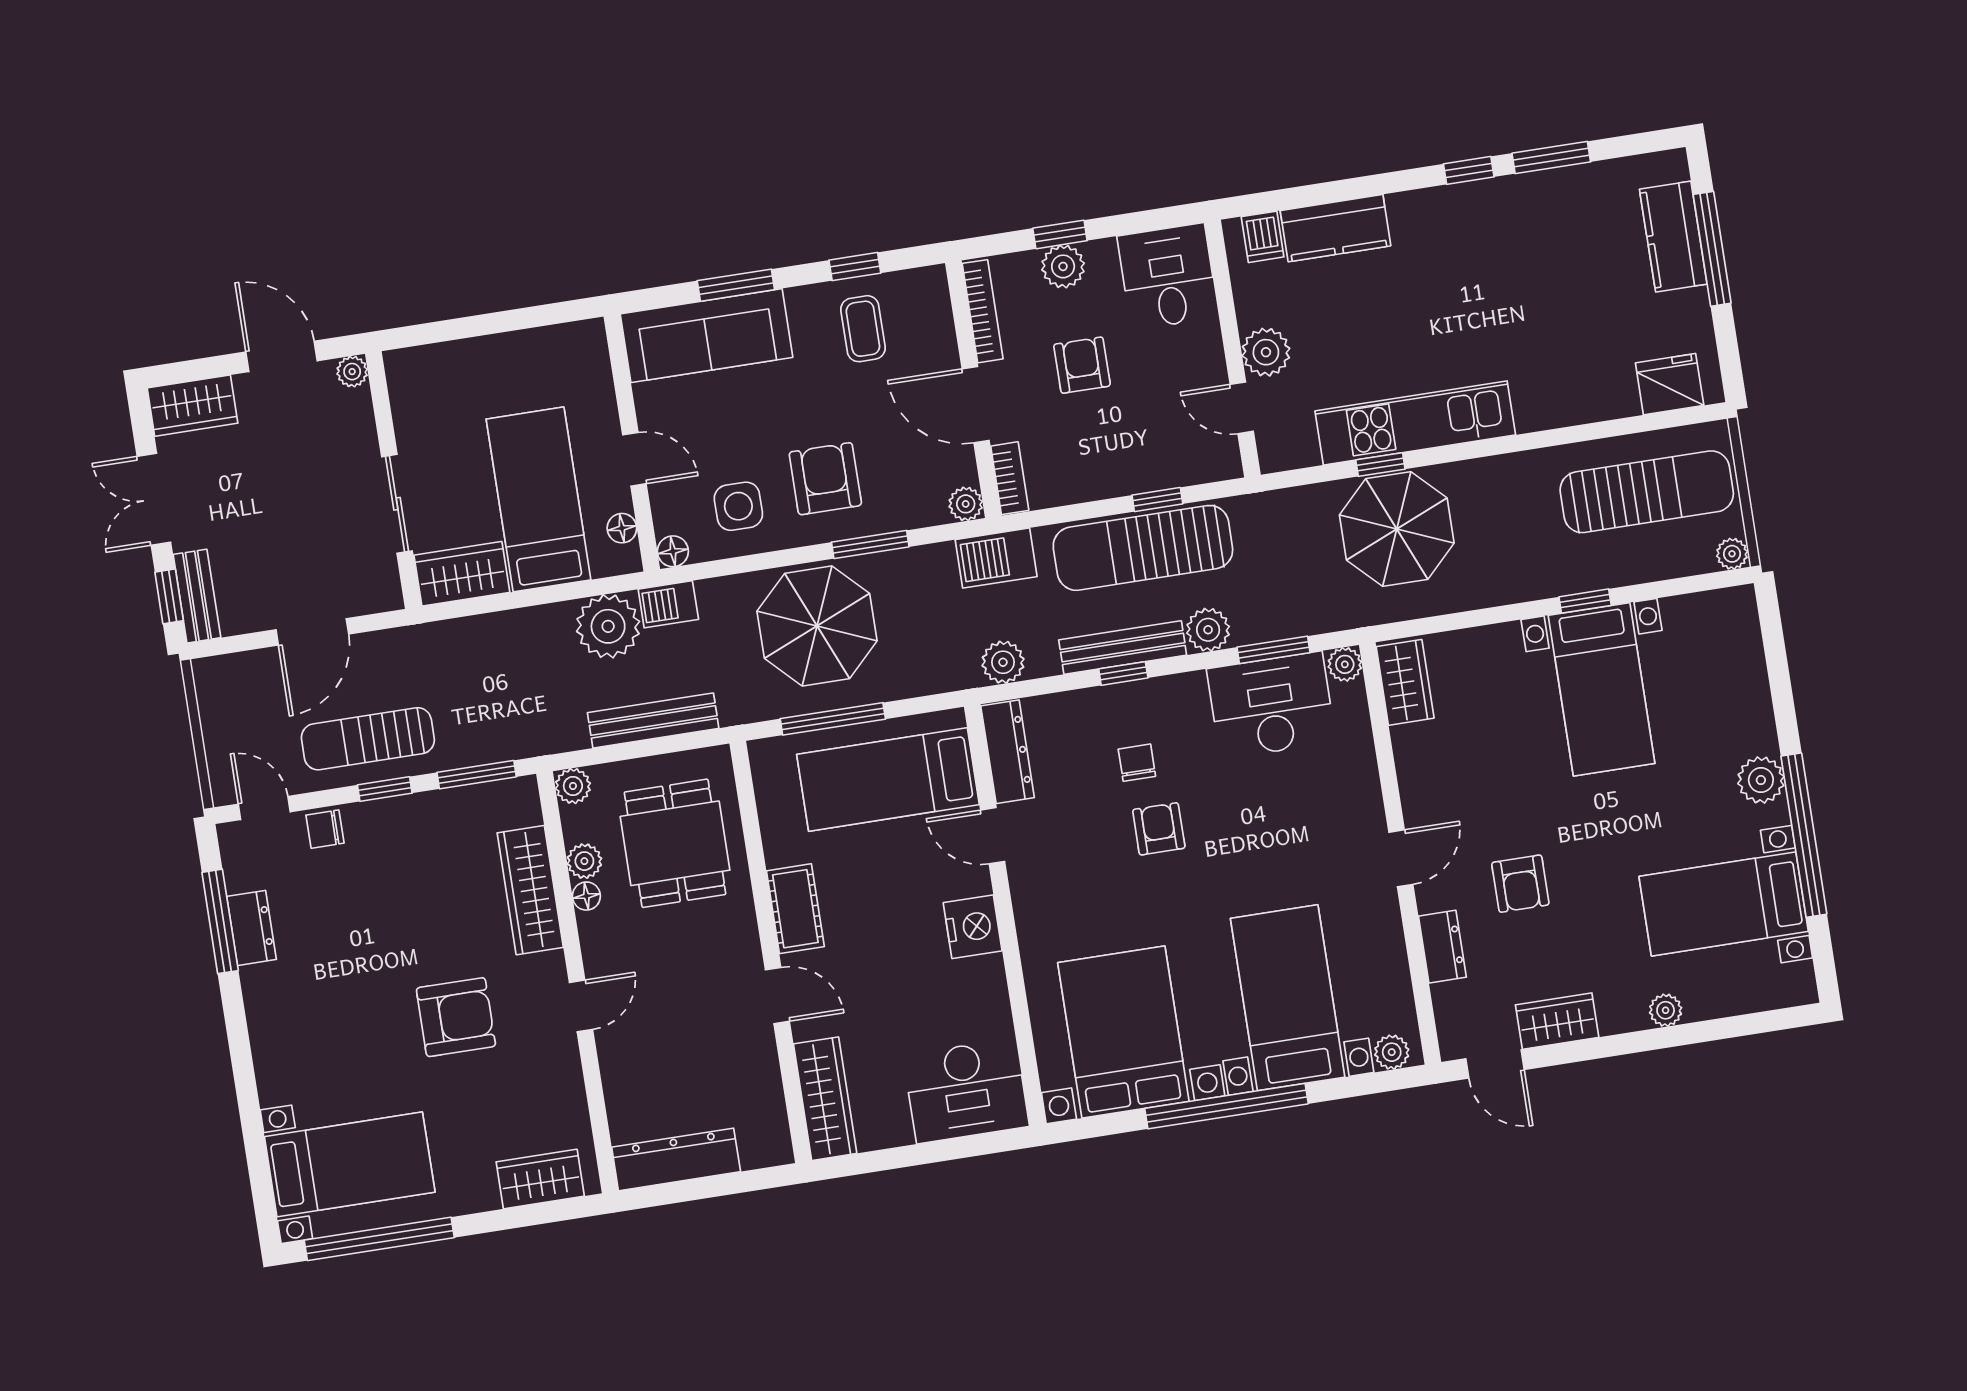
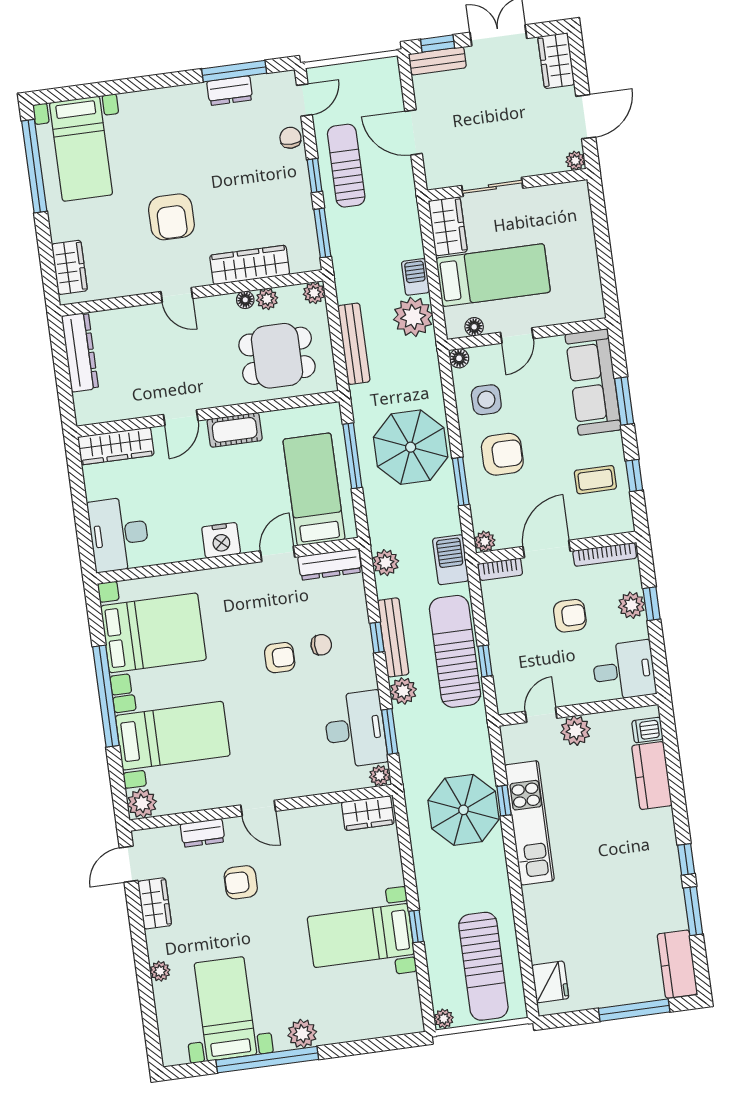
kitchen counter: (1673, 237) -> (677, 964), moved, turned -90
barbecue: (668, 604) -> (416, 277), moved
plant: (1392, 1052) -> (142, 803), width x1.38, depth x1.38

